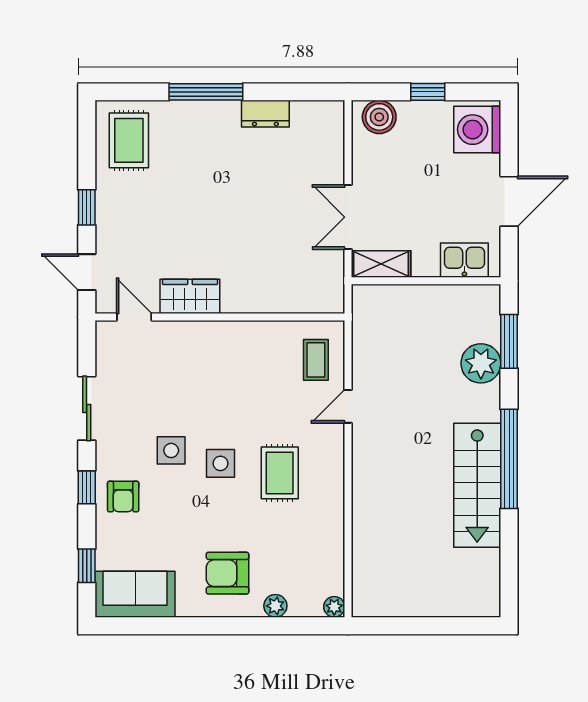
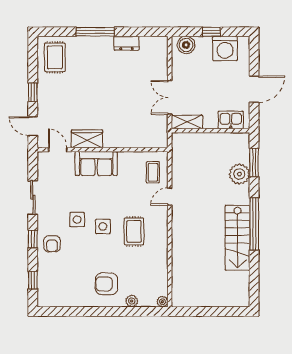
washing machine: (477, 130) -> (225, 48), moved, turned -90
sofa: (135, 594) -> (96, 164), moved, turned 180

